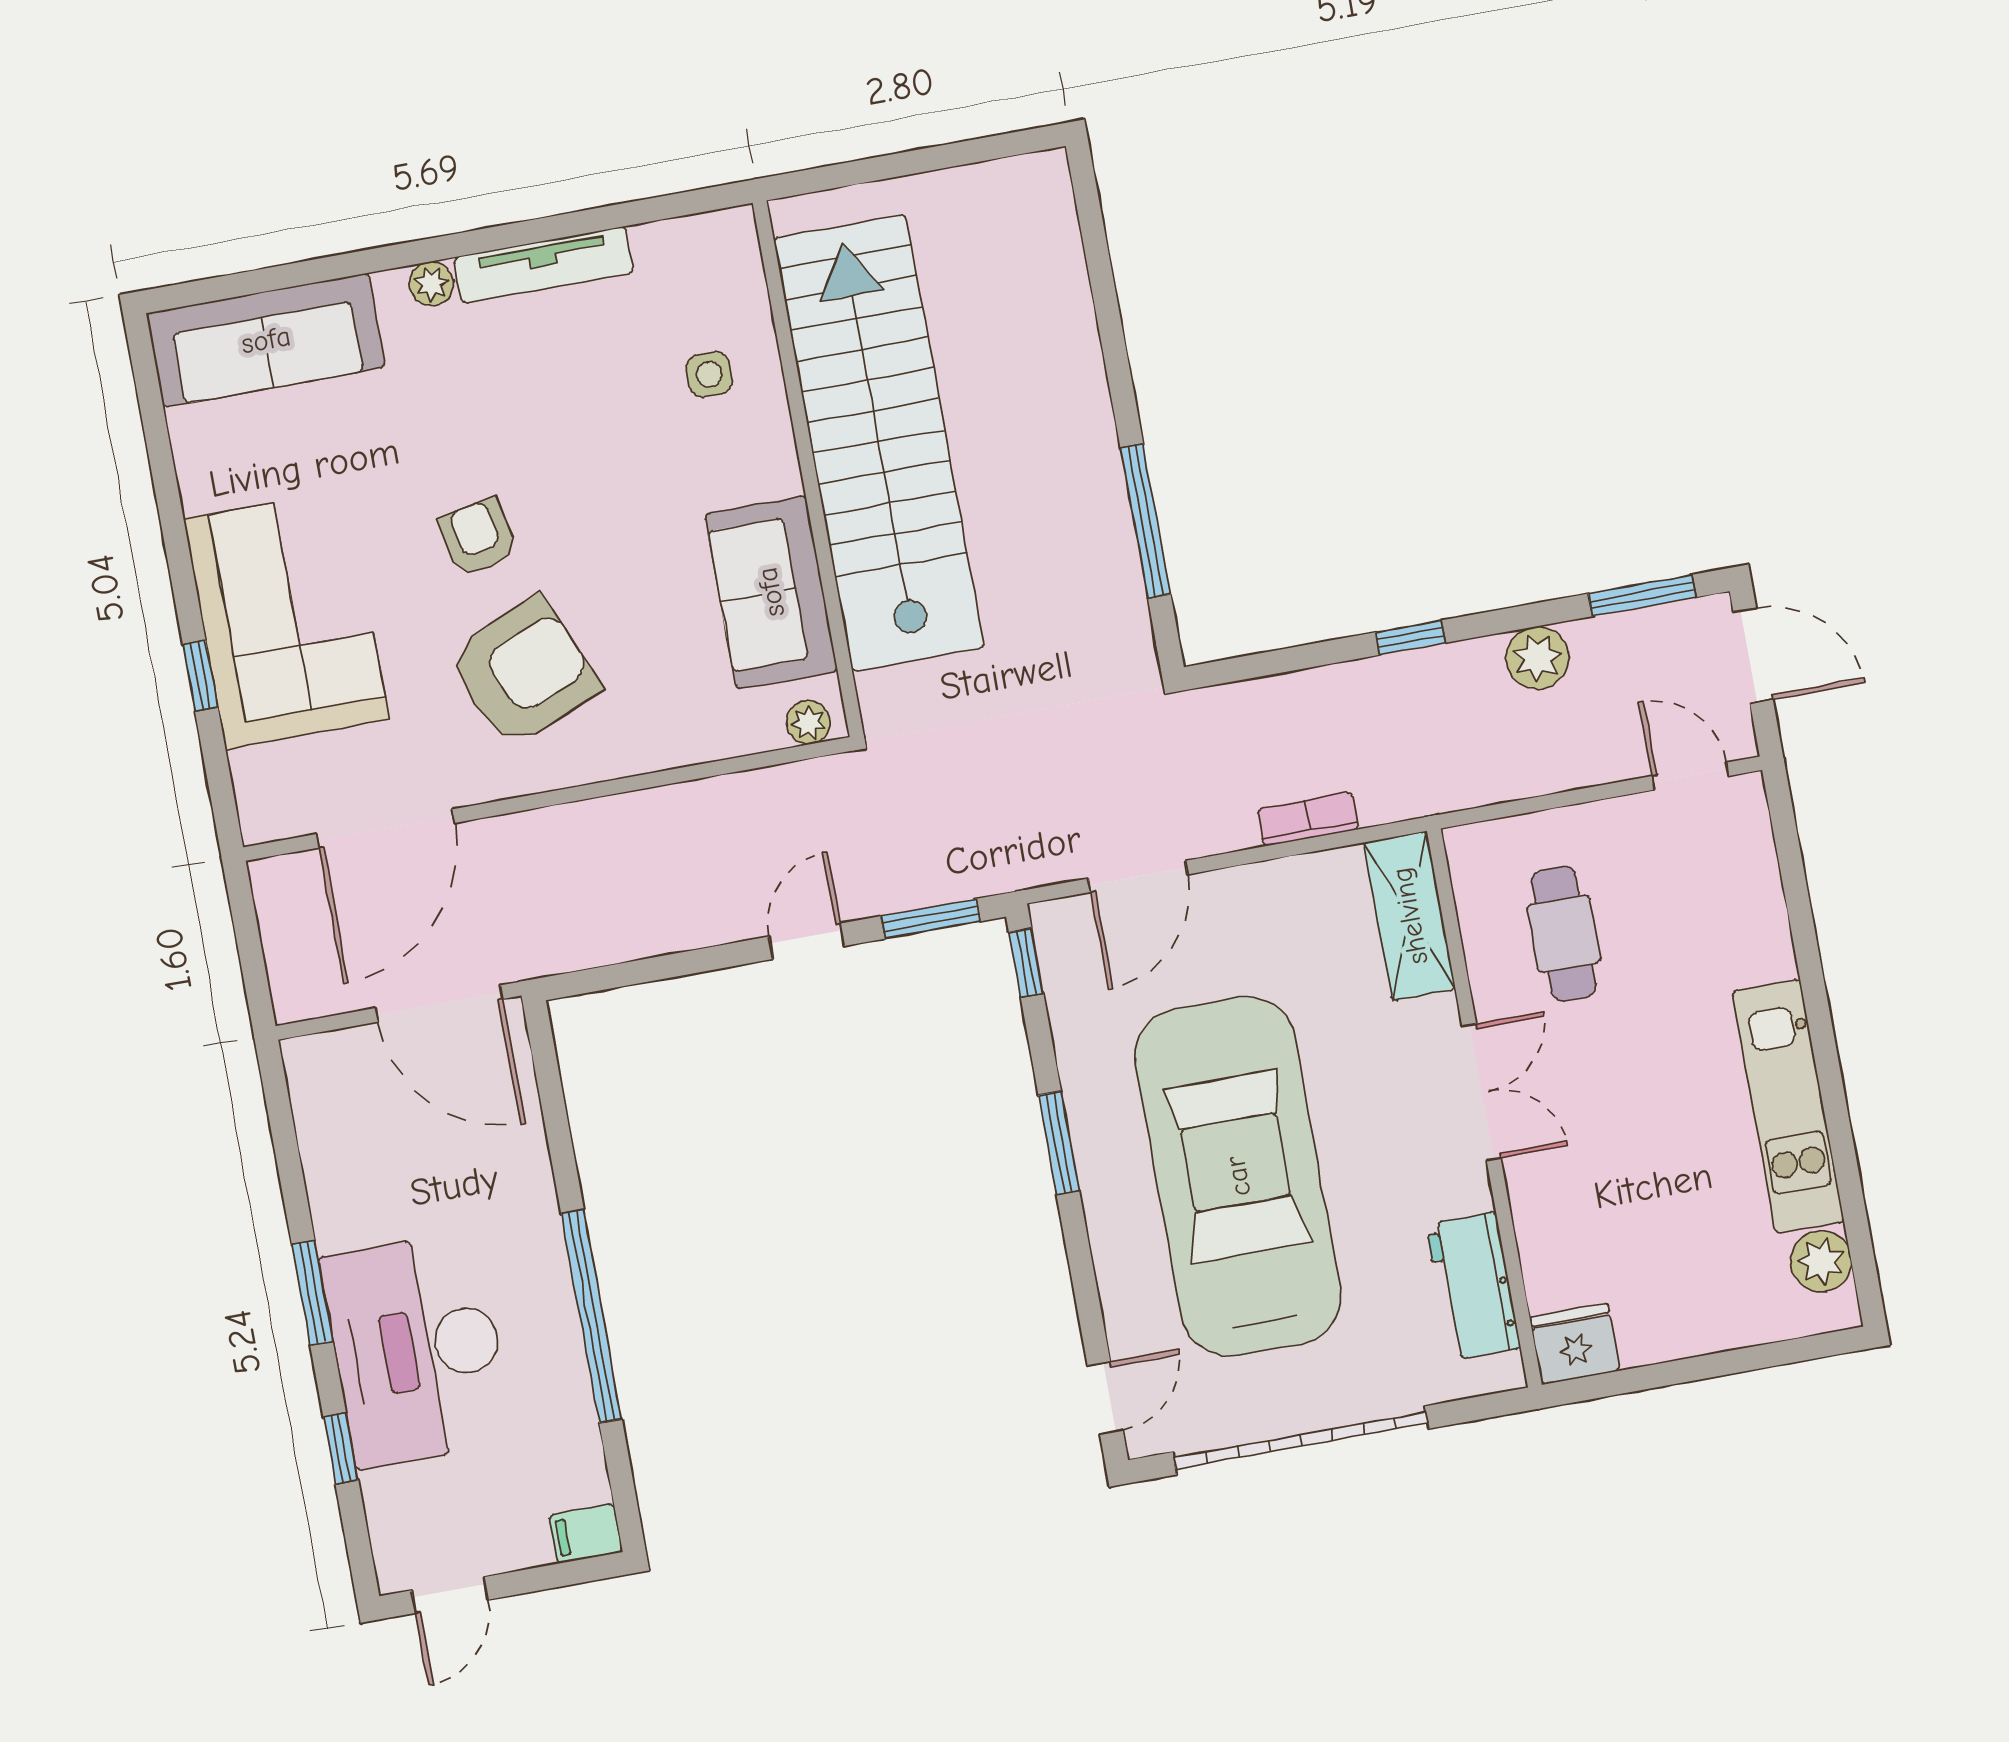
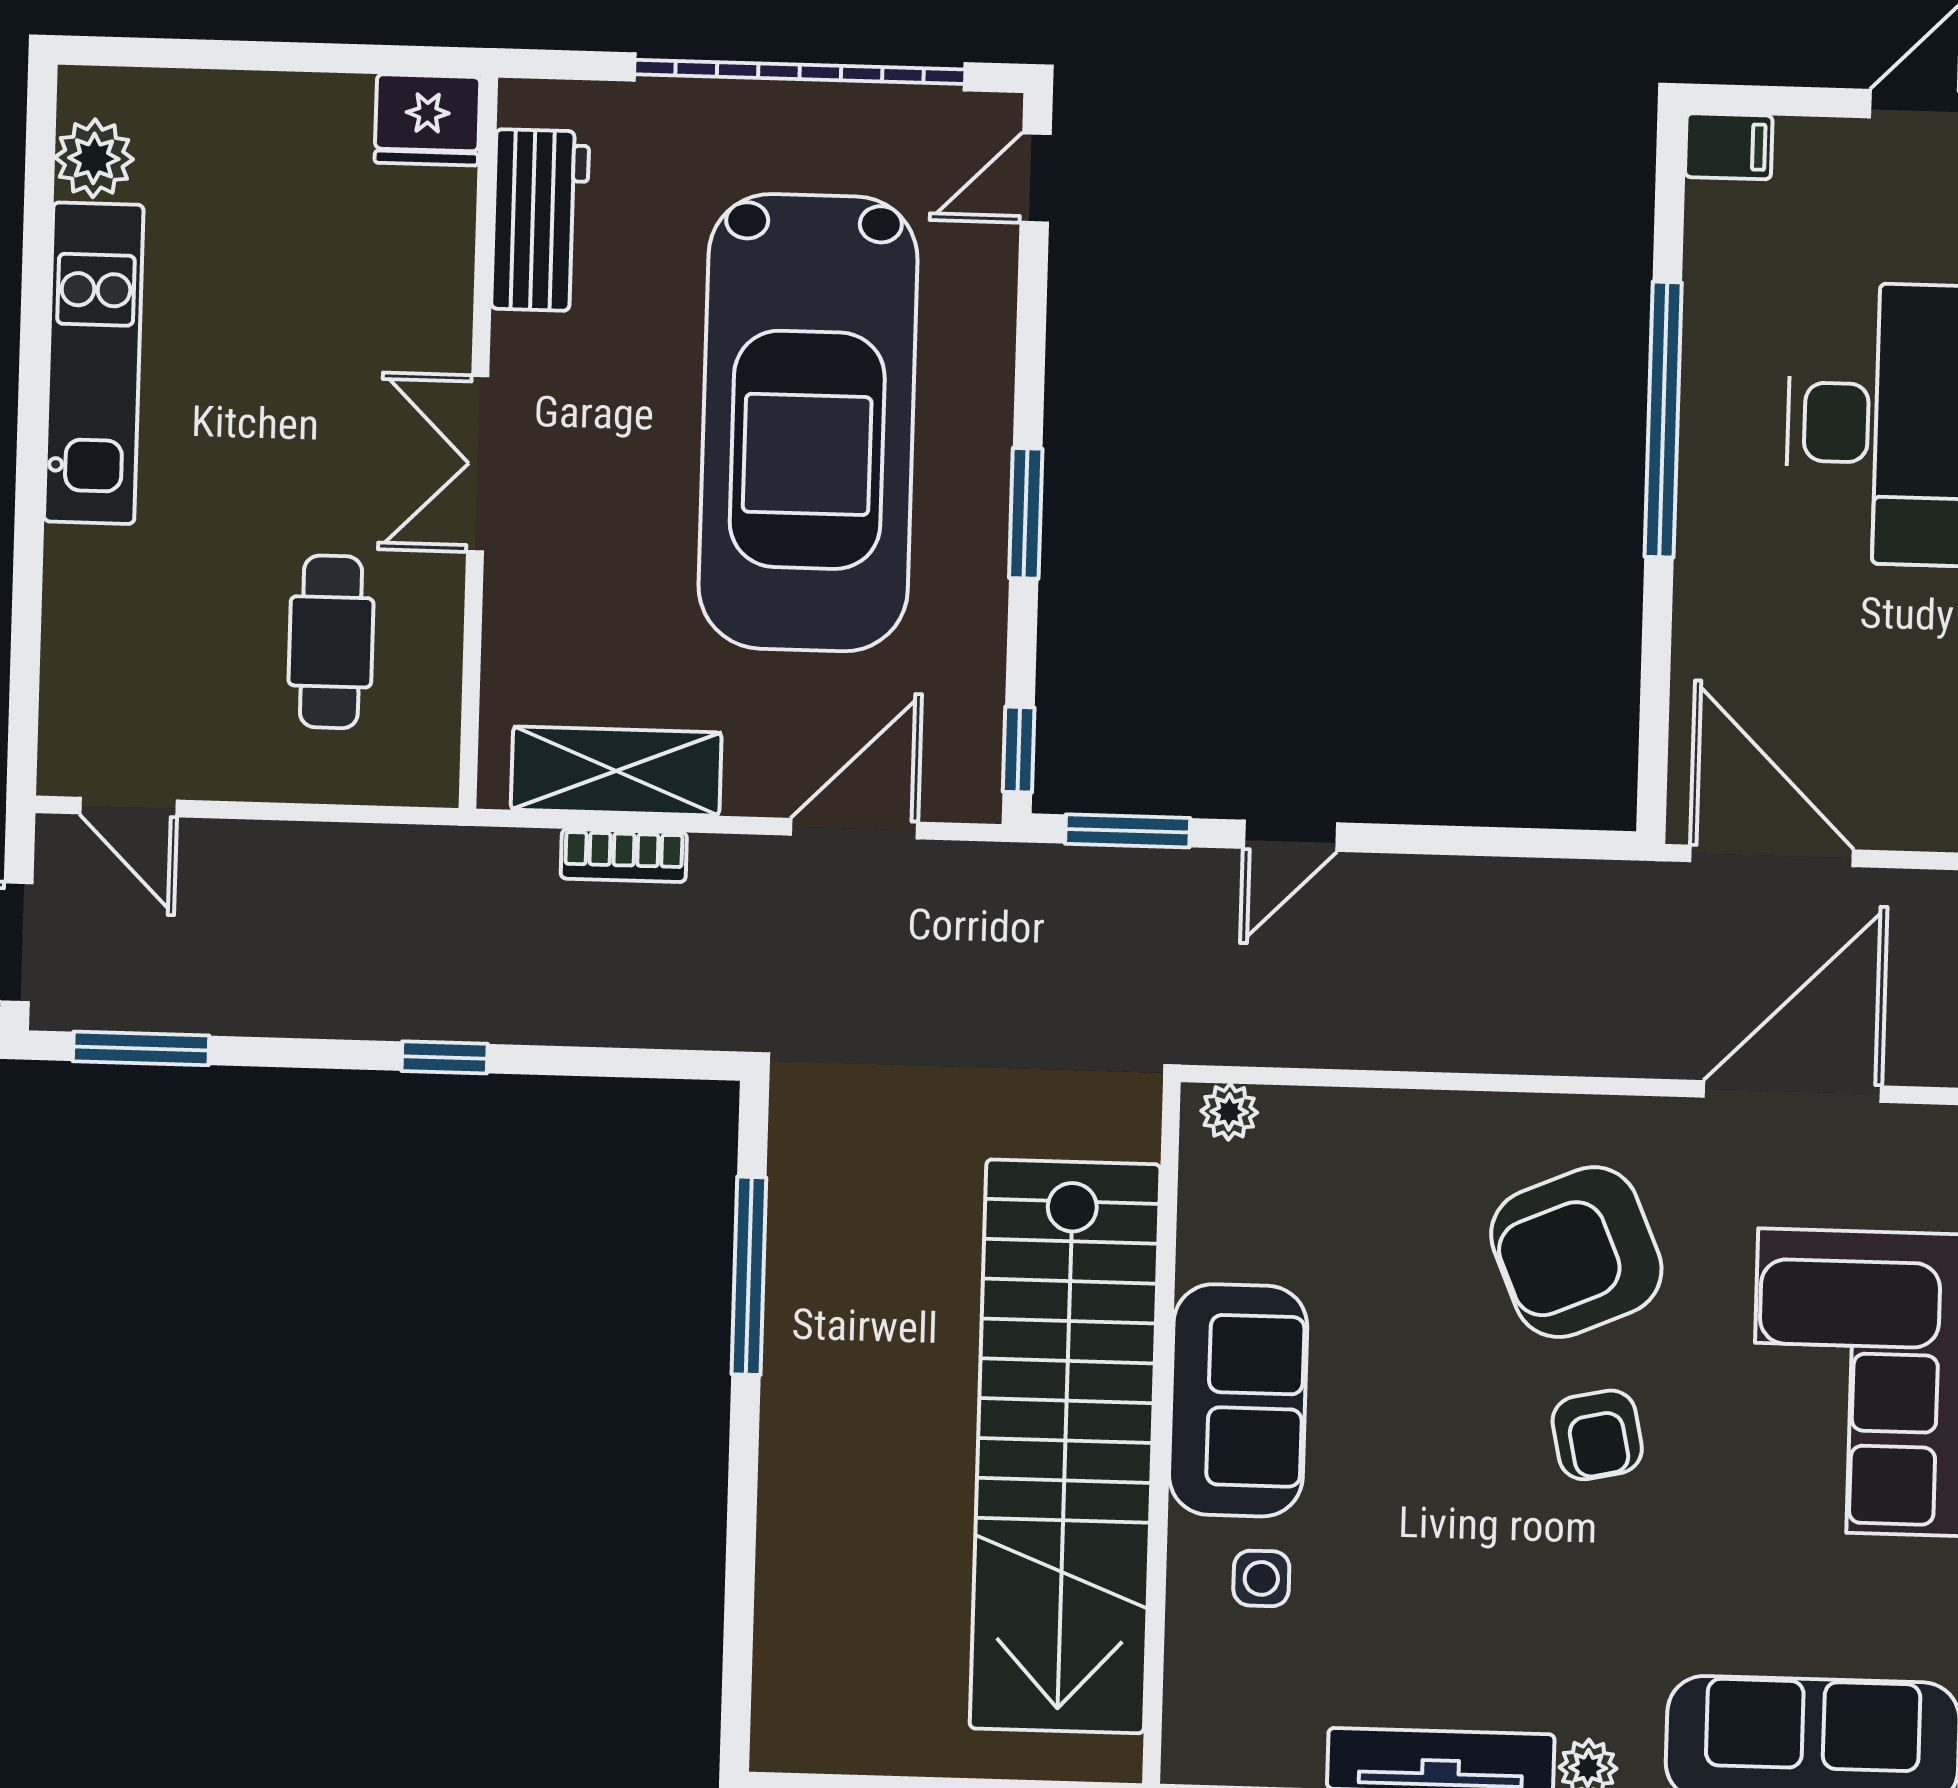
sofa: (771, 592) -> (1238, 1400), moved
plant: (1538, 658) -> (290, 998), removed
shelving: (1410, 916) -> (616, 771), moved, turned 90

